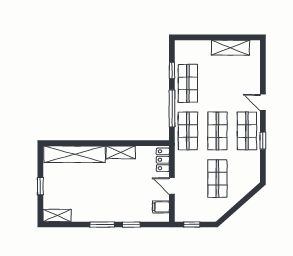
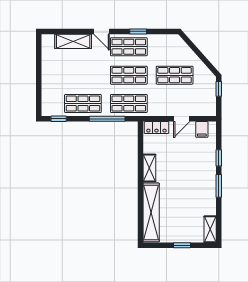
shelving: (230, 48) -> (73, 41), moved, turned 90
window: (172, 70) -> (59, 119), moved
door: (263, 102) -> (101, 31), hinge flipped
window: (192, 225) -> (219, 89), moved

